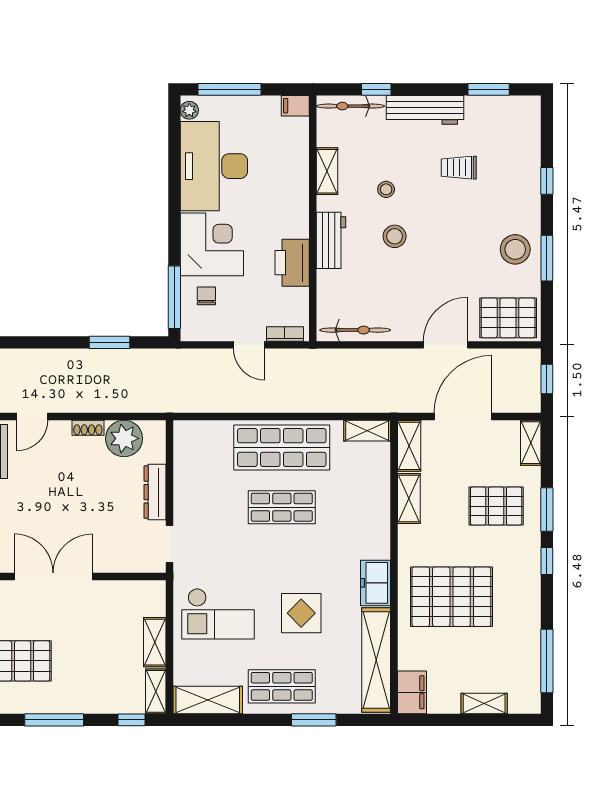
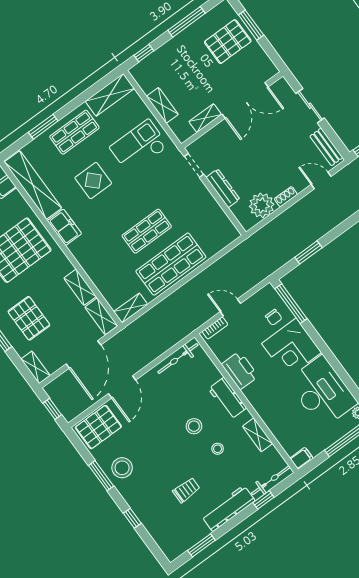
door: (32, 416) -> (321, 180), hinge flipped
pallet: (496, 506) -> (29, 318), turned 90
shelving: (156, 691) -> (205, 118), moved, turned 90

